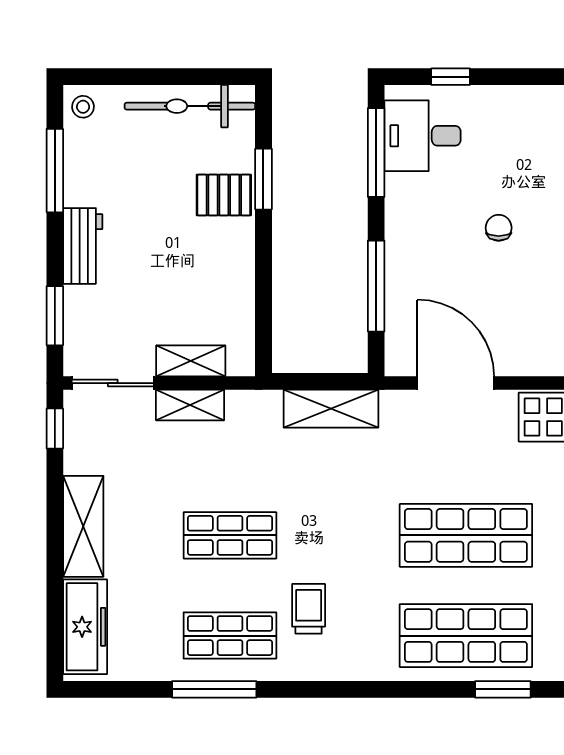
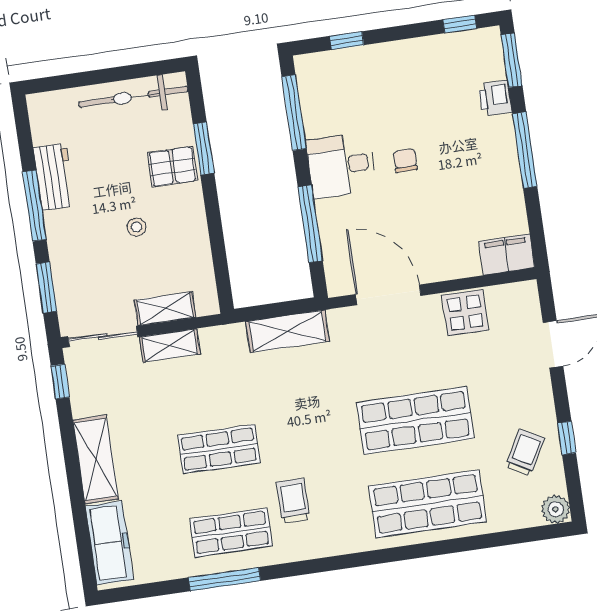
stool: (83, 107) -> (136, 227), moved
desk: (423, 136) -> (341, 165), moved
window: (55, 171) -> (34, 206), moved
workbench: (83, 246) -> (54, 177), moved
window: (503, 689) -> (465, 544), removed

